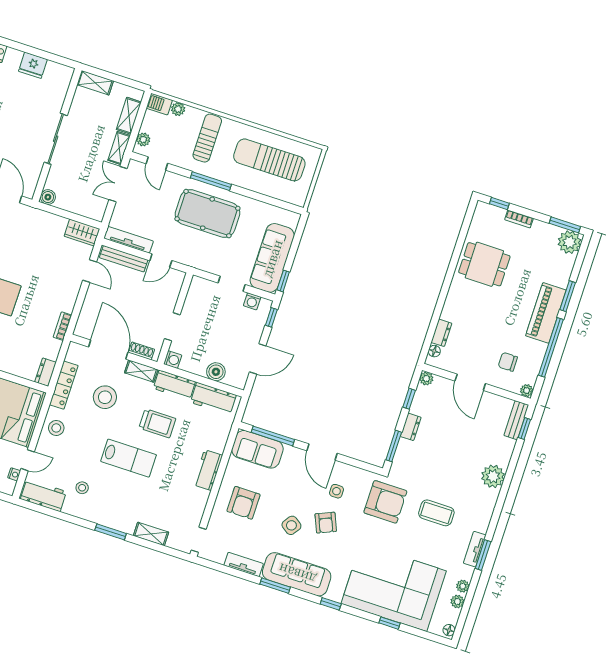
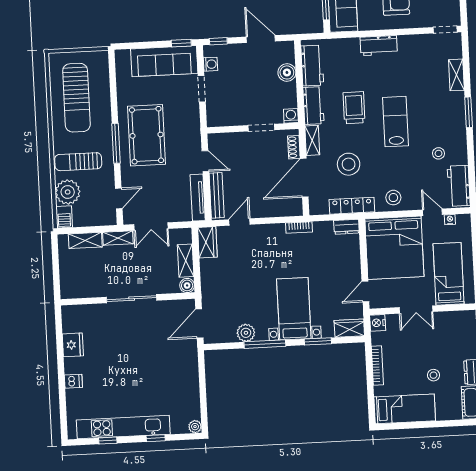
shelving: (95, 83) -> (186, 261), moved
plant: (178, 109) -> (68, 192), width x1.88, depth x1.88
plant: (143, 140) -> (102, 219), removed

